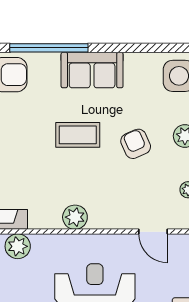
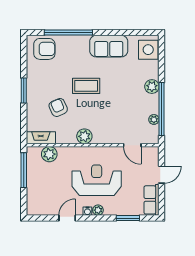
sofa: (92, 70) -> (109, 46), moved
armchair: (136, 144) -> (58, 107), moved

